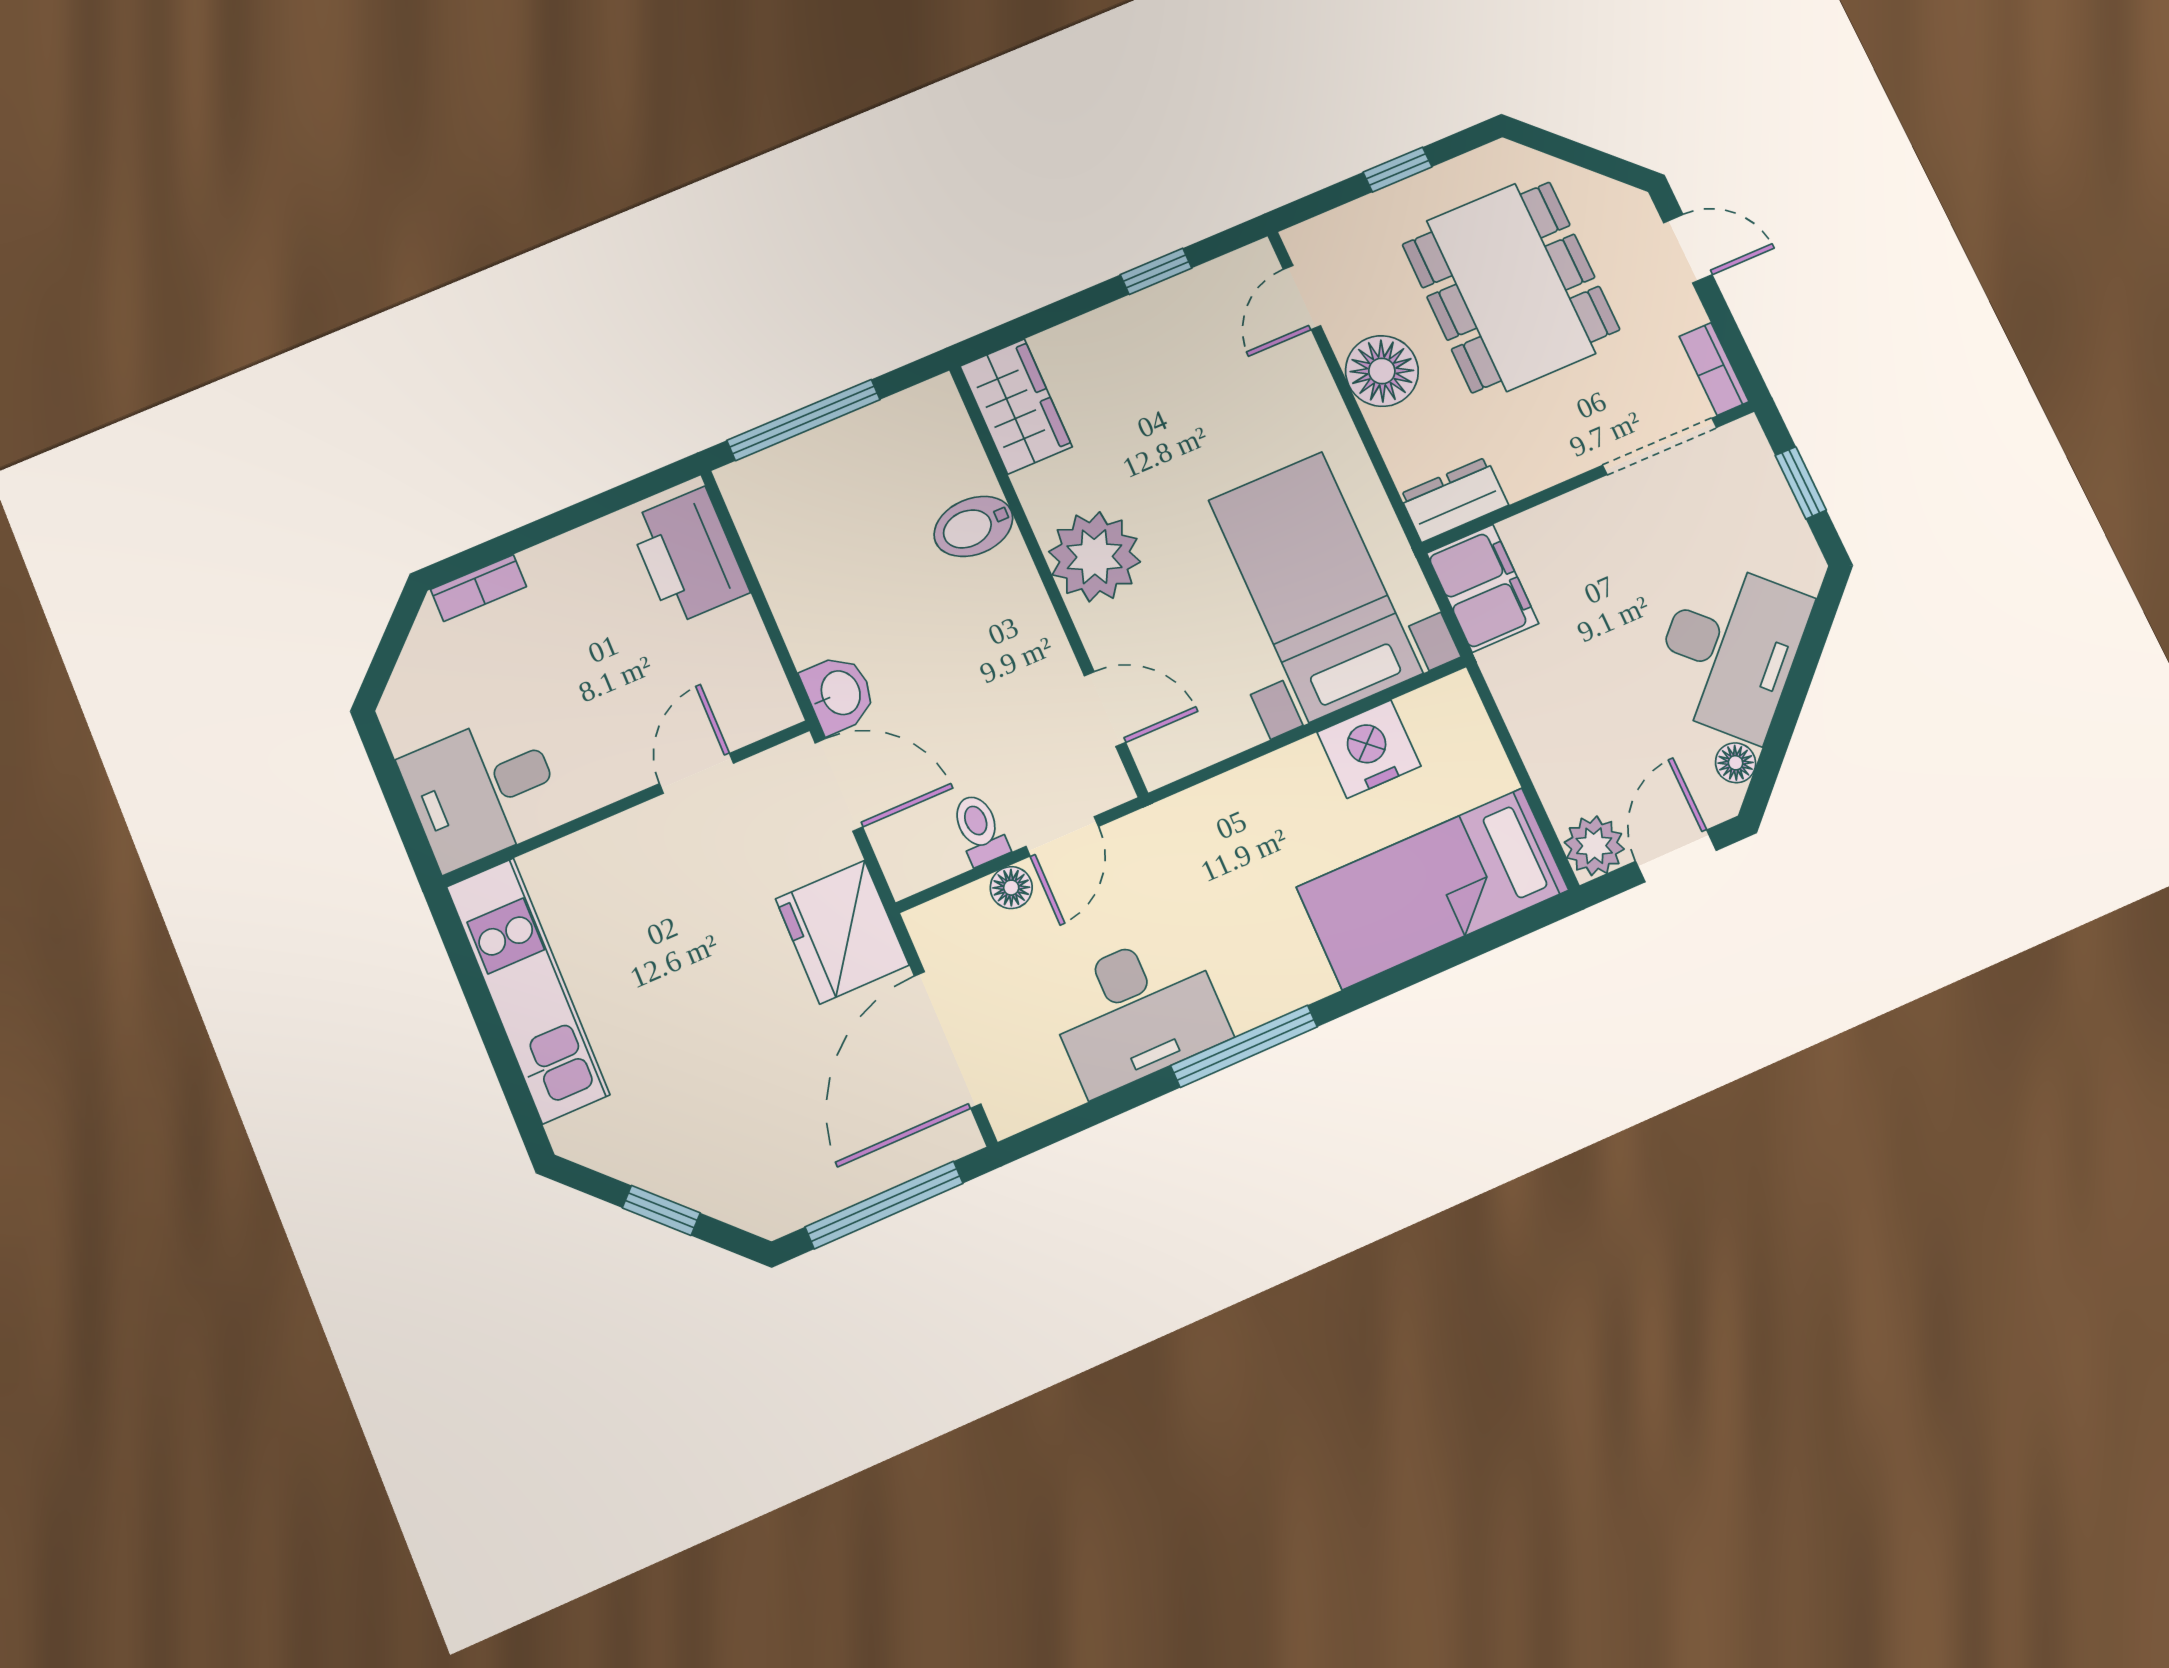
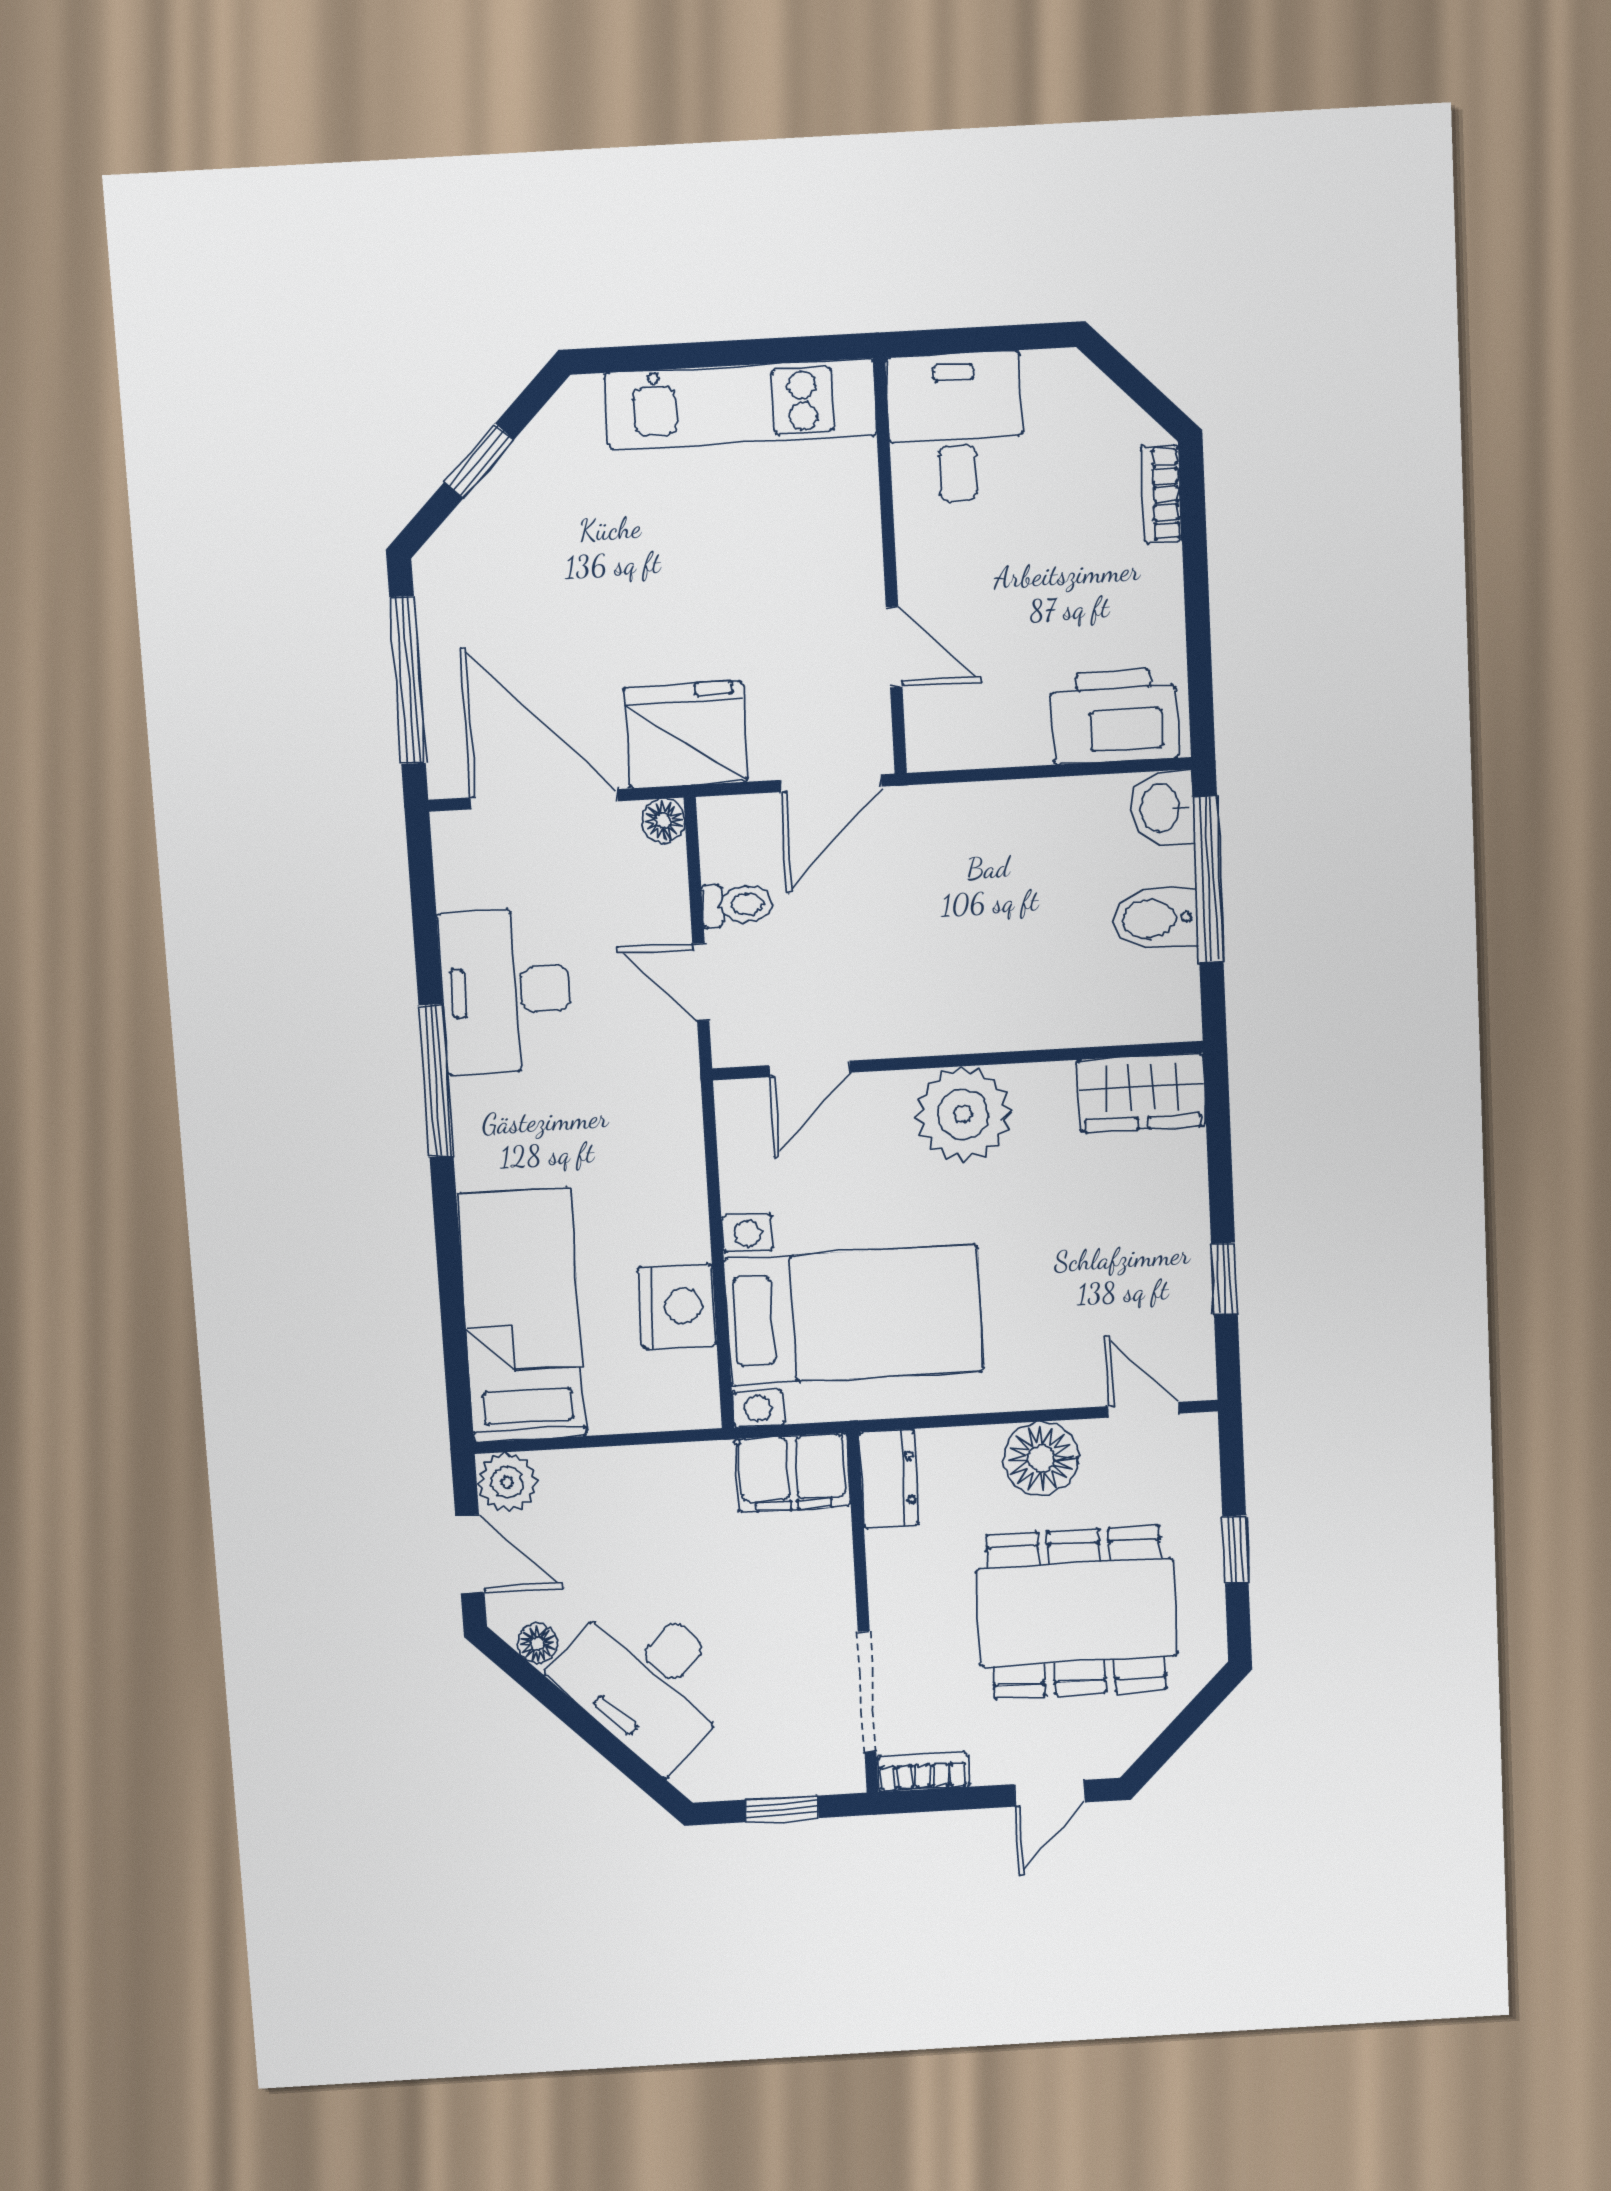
bidet: (973, 526) -> (1155, 919), moved, turned -90
washbasin: (839, 693) -> (1162, 808), moved, turned 90
floor lamp: (1011, 888) -> (663, 821), moved

